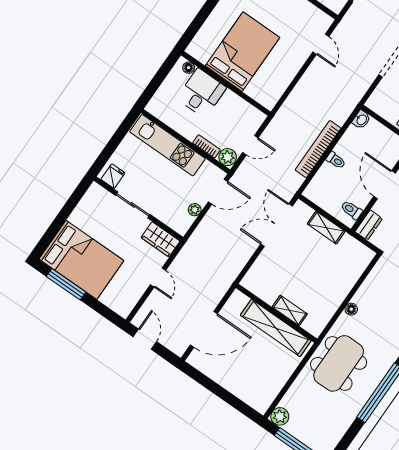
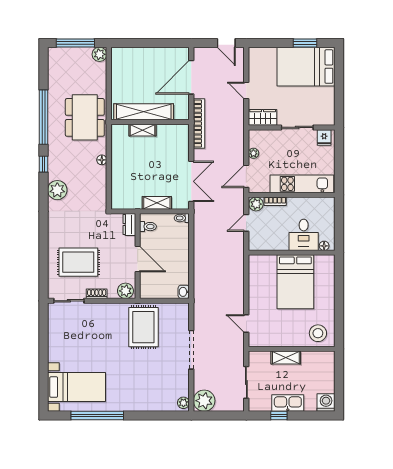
bookcase: (318, 149) -> (199, 124), moved
toilet: (336, 160) -> (182, 218), moved
window: (66, 284) -> (305, 43), width x0.69

